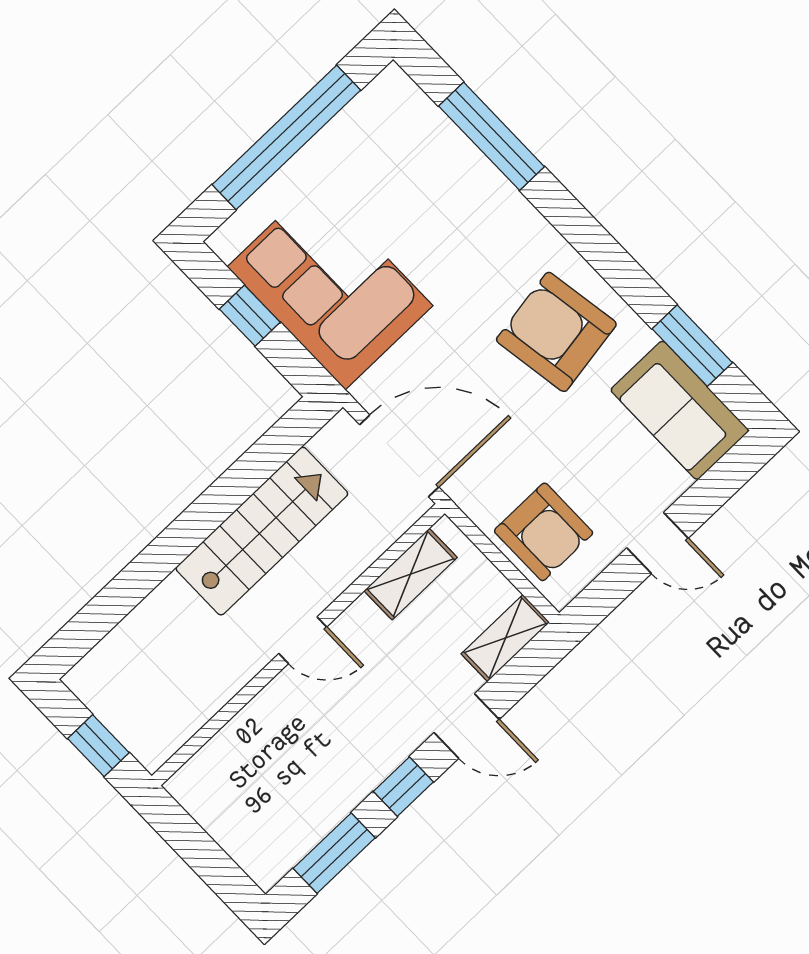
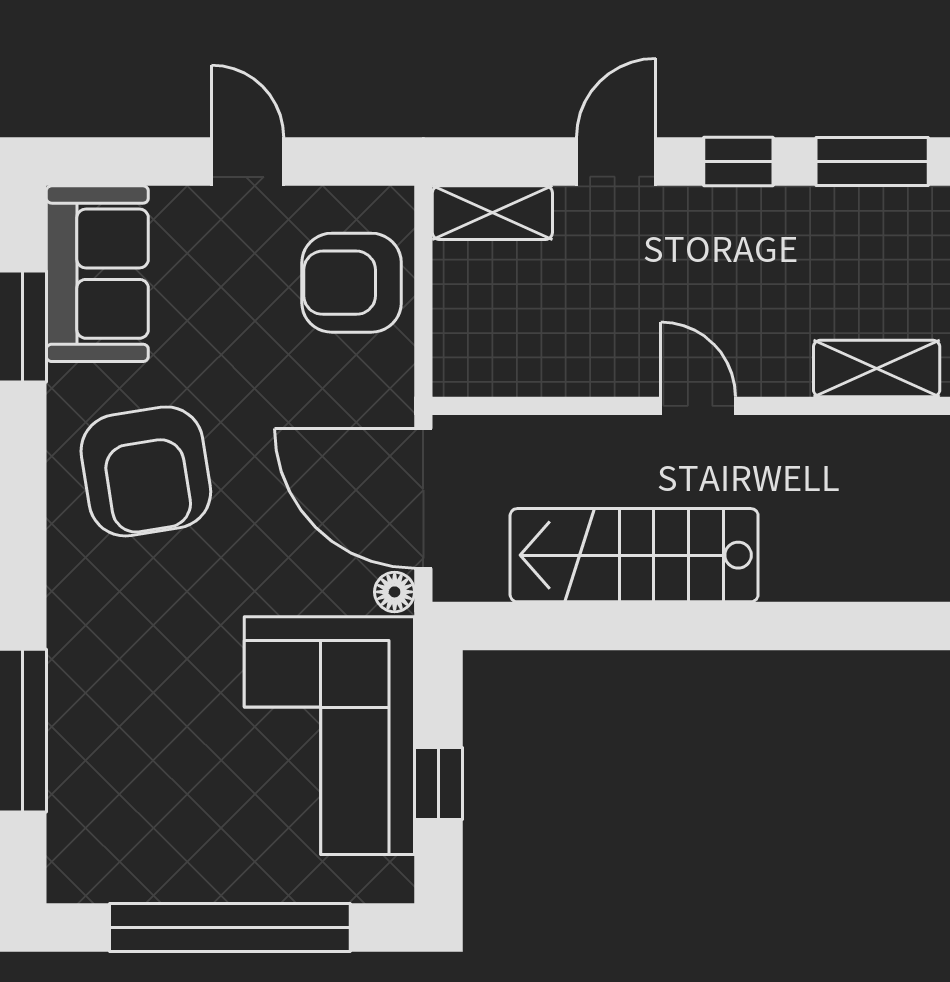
floor lamp: (368, 393) -> (395, 592), added
armchair: (544, 532) -> (352, 283), turned -90
shelving: (411, 574) -> (877, 368), moved
door: (467, 726) -> (616, 162), hinge flipped

